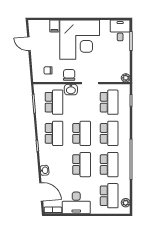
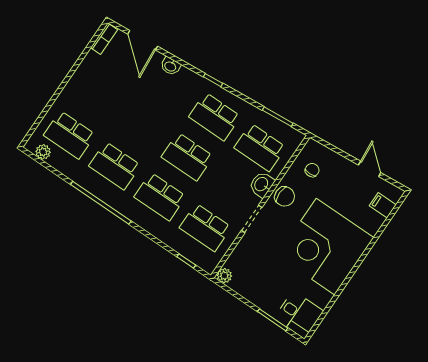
filing cabinet: (54, 26) -> (383, 205), moved
door: (29, 44) -> (370, 169), hinge flipped
school desk: (82, 165) -> (142, 126), removed
door: (41, 192) -> (143, 40), hinge flipped
desk: (76, 203) -> (92, 80), removed

